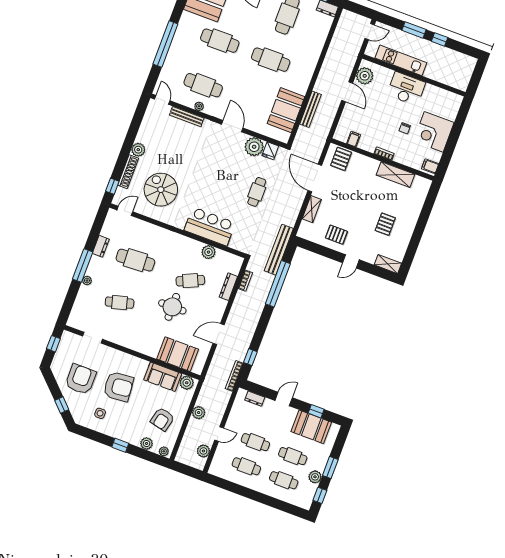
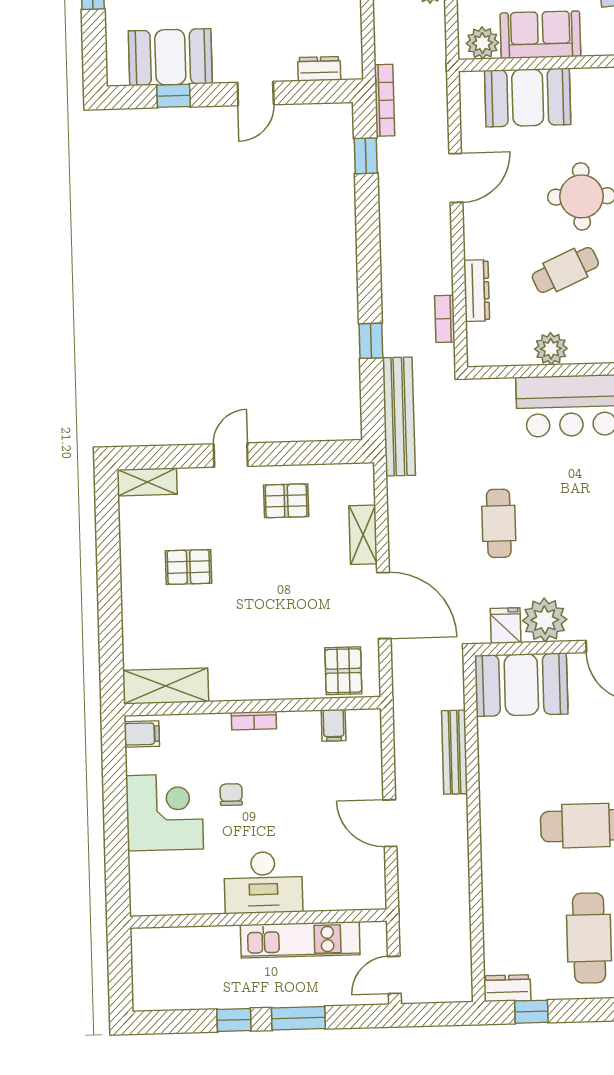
plant: (365, 76) -> (366, 874), removed
booth: (286, 110) -> (521, 685), moved, turned 90
shelving: (396, 175) -> (166, 686), moved
pallet: (385, 224) -> (189, 567), turned 90
window: (278, 284) -> (371, 341), width x0.32

